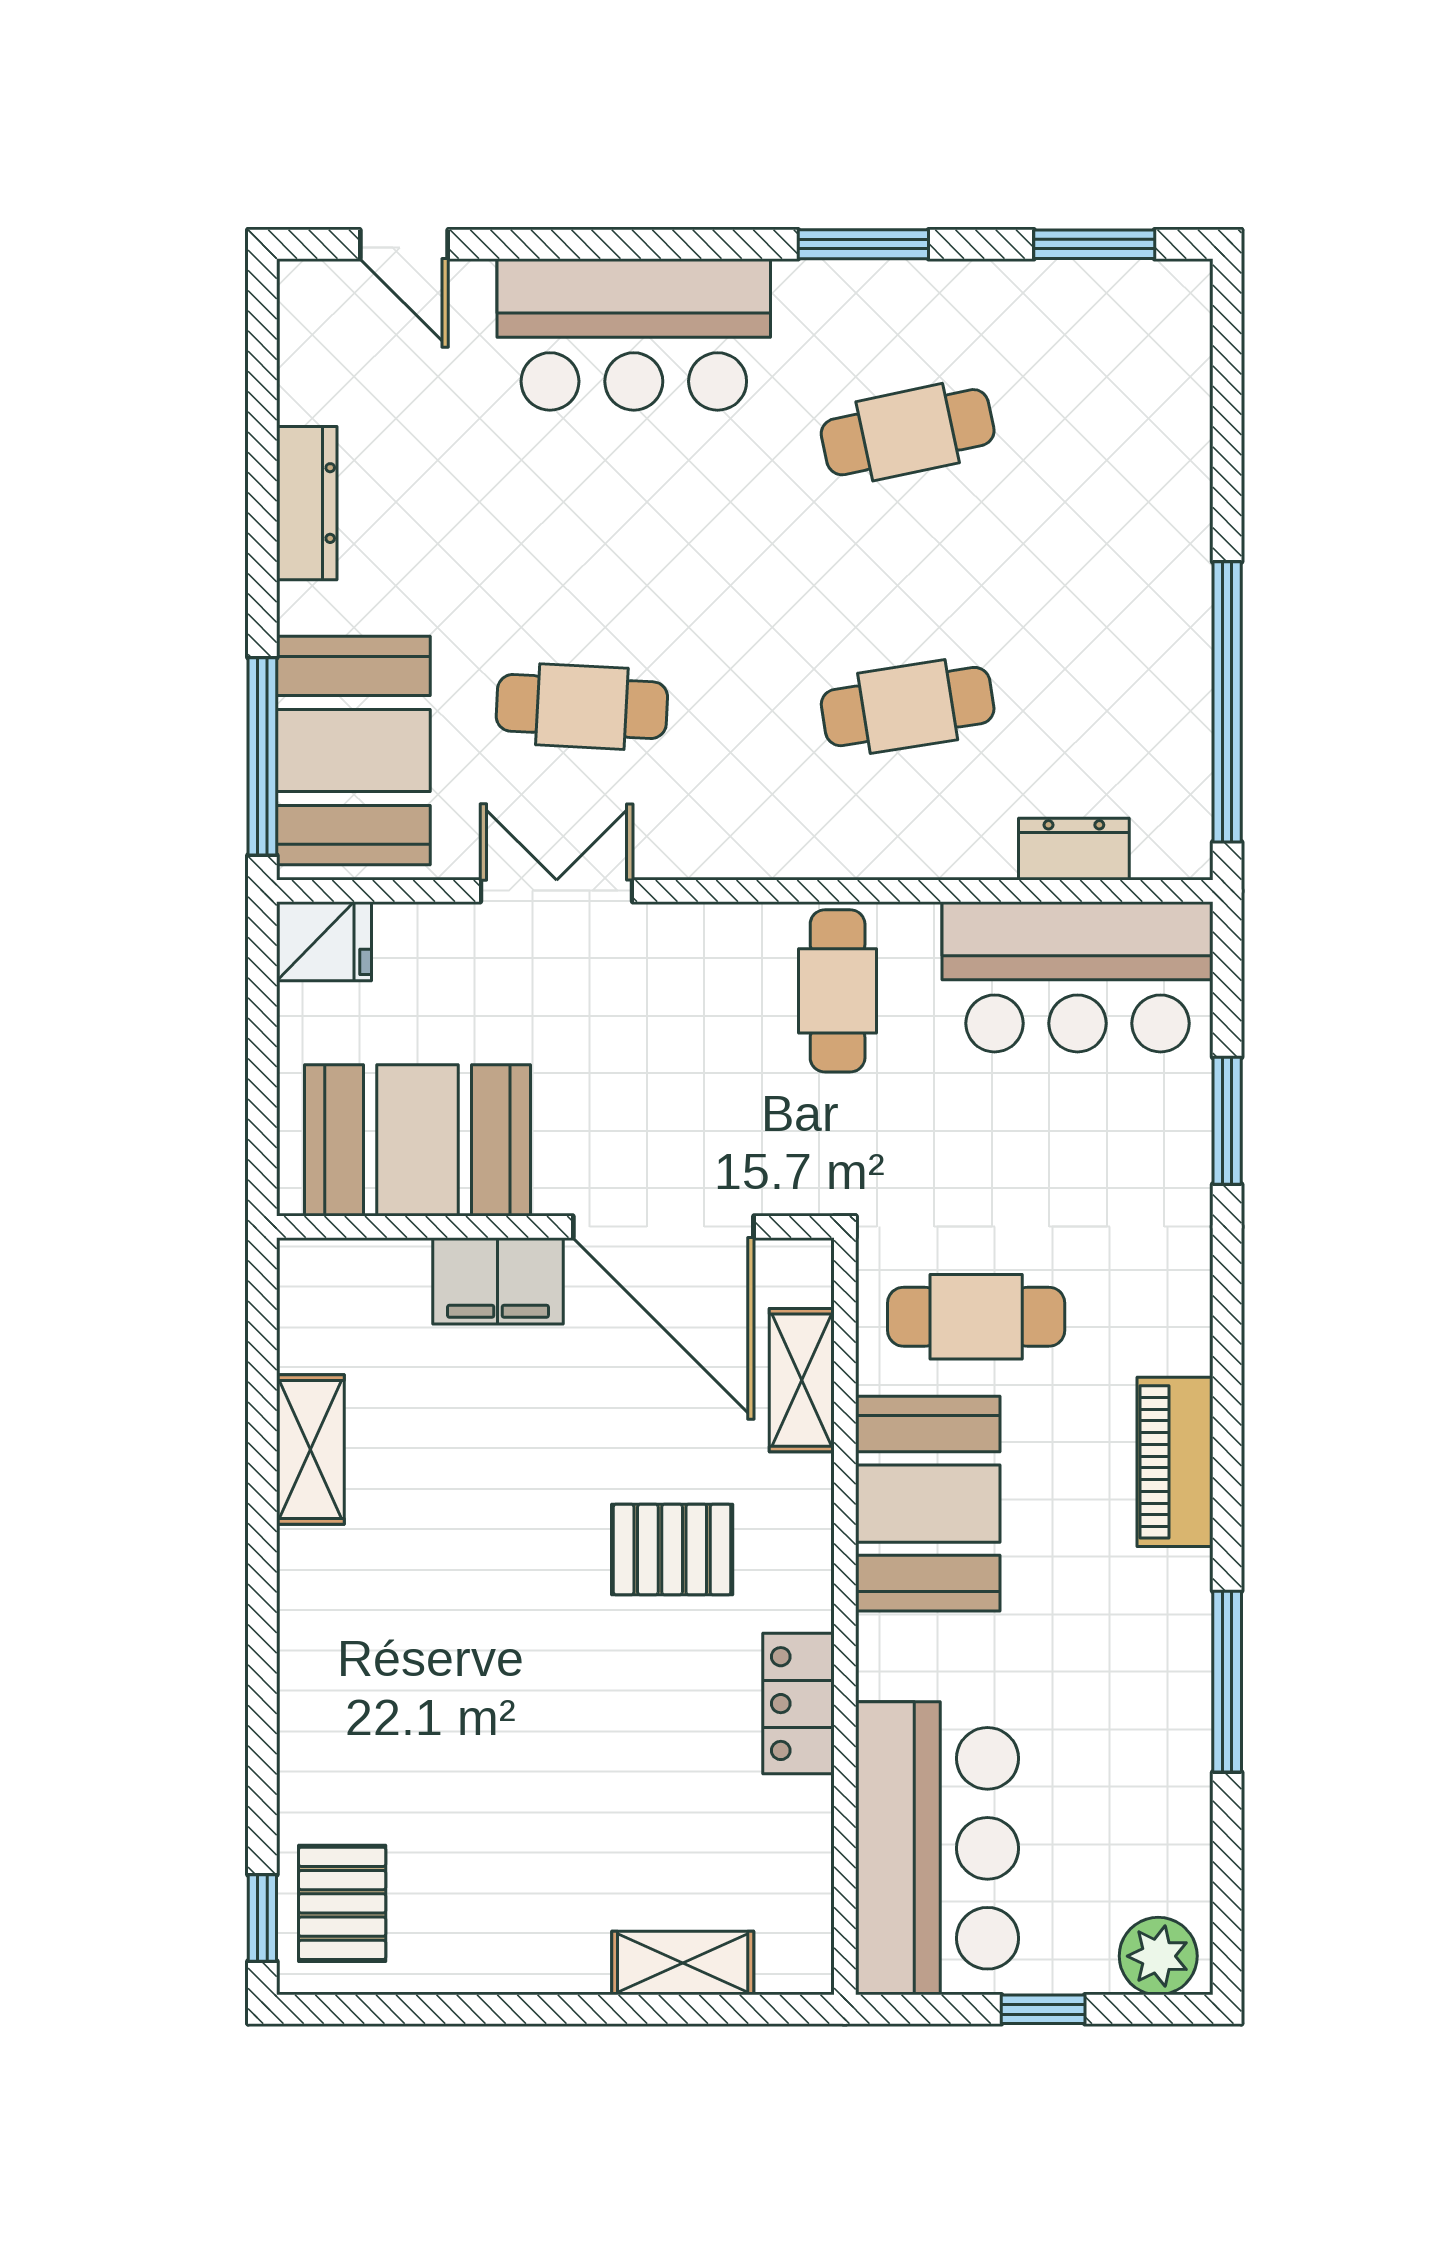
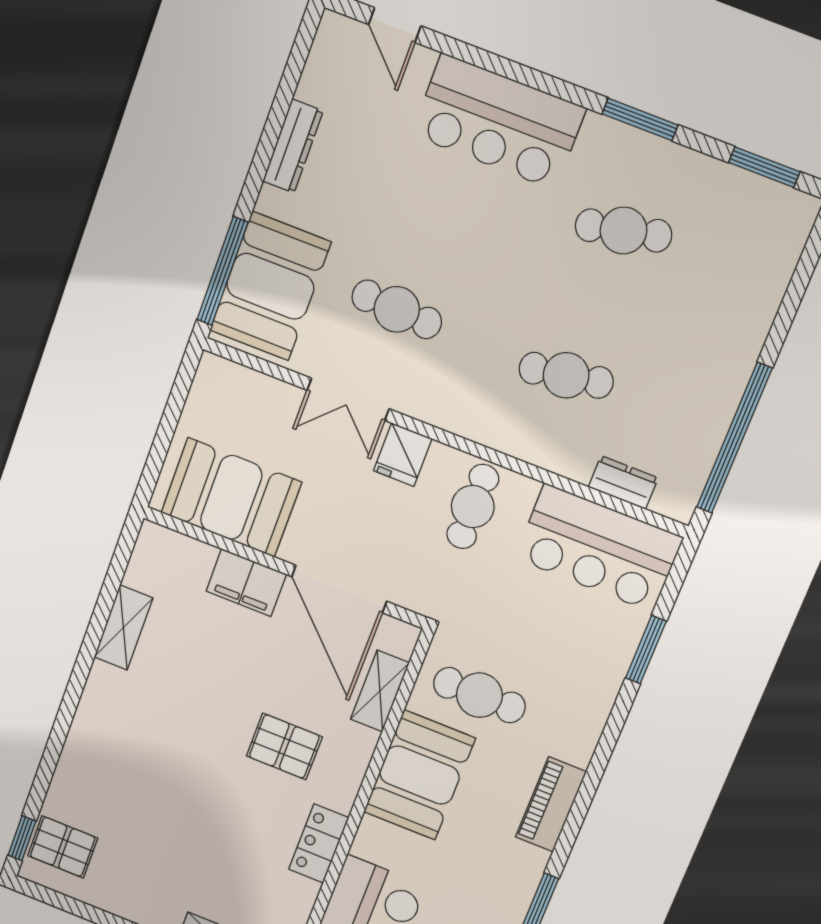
double door: (557, 891) -> (348, 399), swing flipped
fridge: (324, 941) -> (403, 455), moved, turned 90
pallet: (342, 1903) -> (63, 847), turned 90

